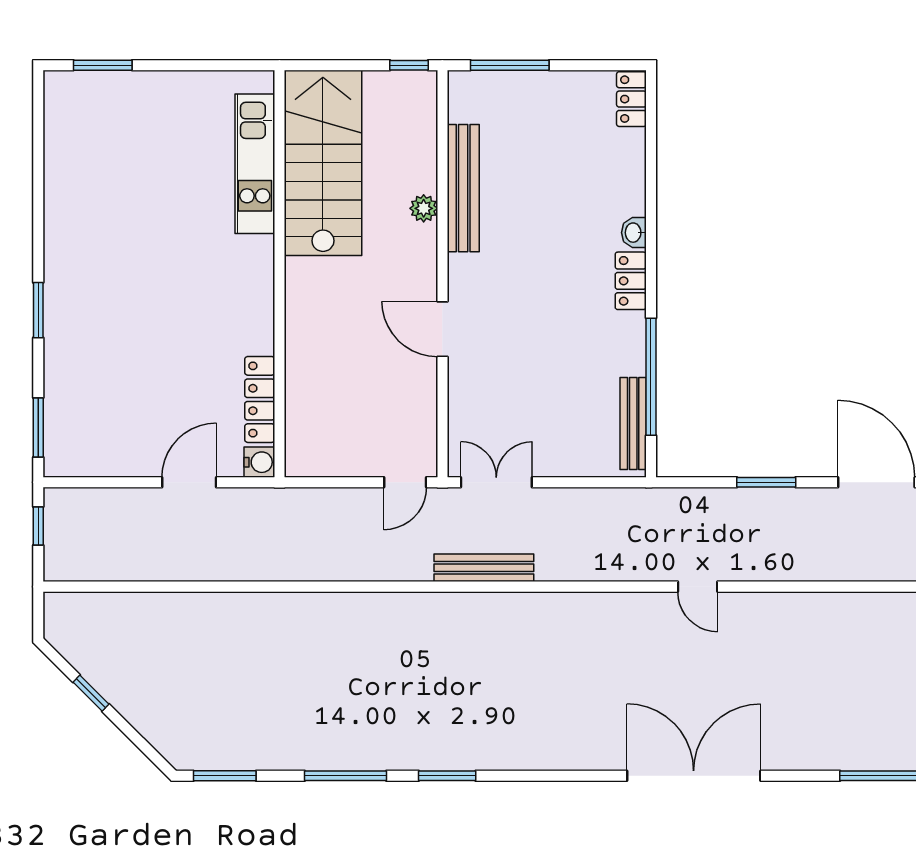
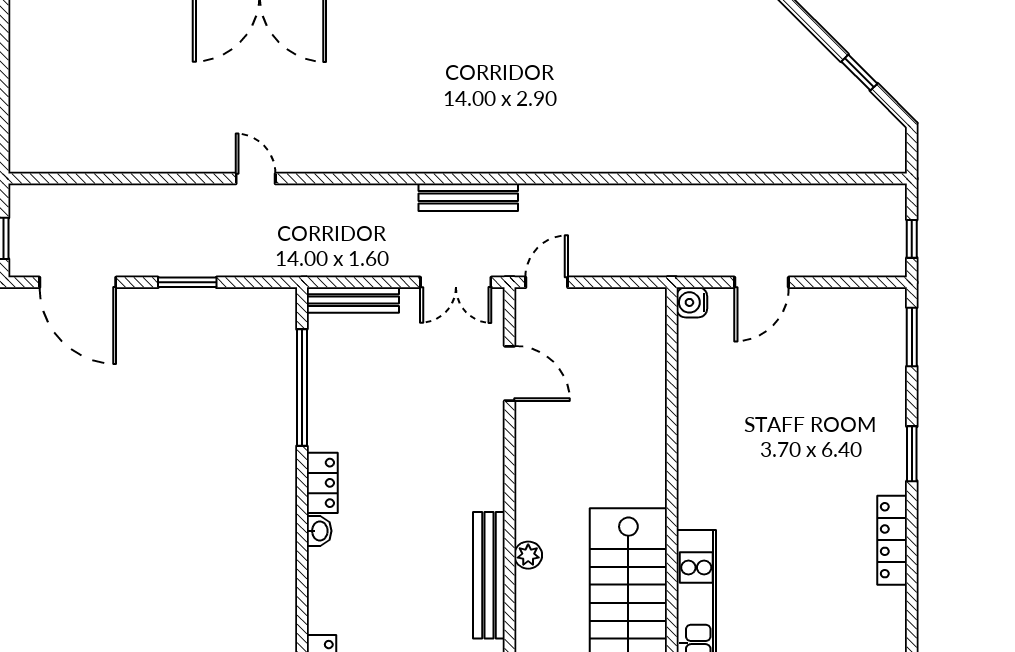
door: (442, 329) -> (510, 373), moved
locker: (260, 399) -> (892, 540), moved, turned 180
bench: (633, 423) -> (353, 300), moved, turned 90

